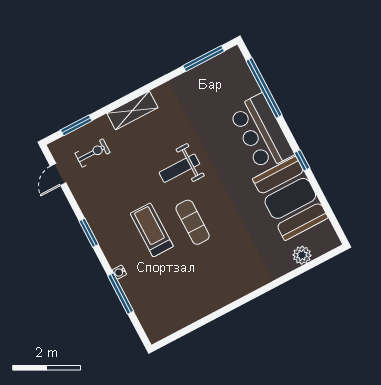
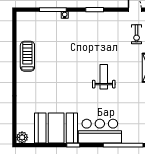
exercise mat: (193, 222) -> (71, 69), removed
treadmill: (152, 230) -> (27, 56), moved, turned -90
plant: (302, 255) -> (22, 137), moved

